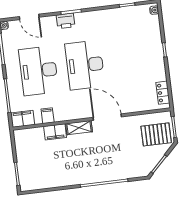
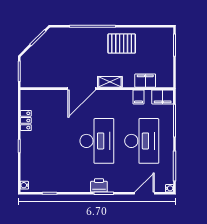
door: (29, 17) -> (144, 193), hinge flipped
printer: (66, 21) -> (99, 185), moved
locker: (163, 93) -> (26, 120), moved
door: (107, 117) -> (82, 89), hinge flipped
filing cabinet: (55, 132) -> (145, 81), moved
pallet: (156, 134) -> (122, 44), moved

